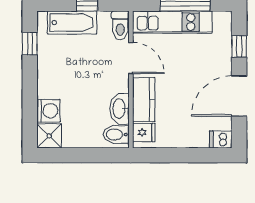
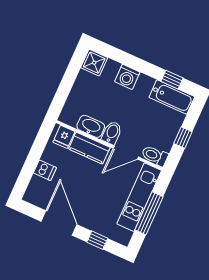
bathtub: (72, 22) -> (172, 97), moved, turned -90
washing machine: (48, 111) -> (127, 77), moved
bidet: (116, 134) -> (112, 133), moved
dishwasher: (221, 139) -> (45, 170), moved, turned 90

